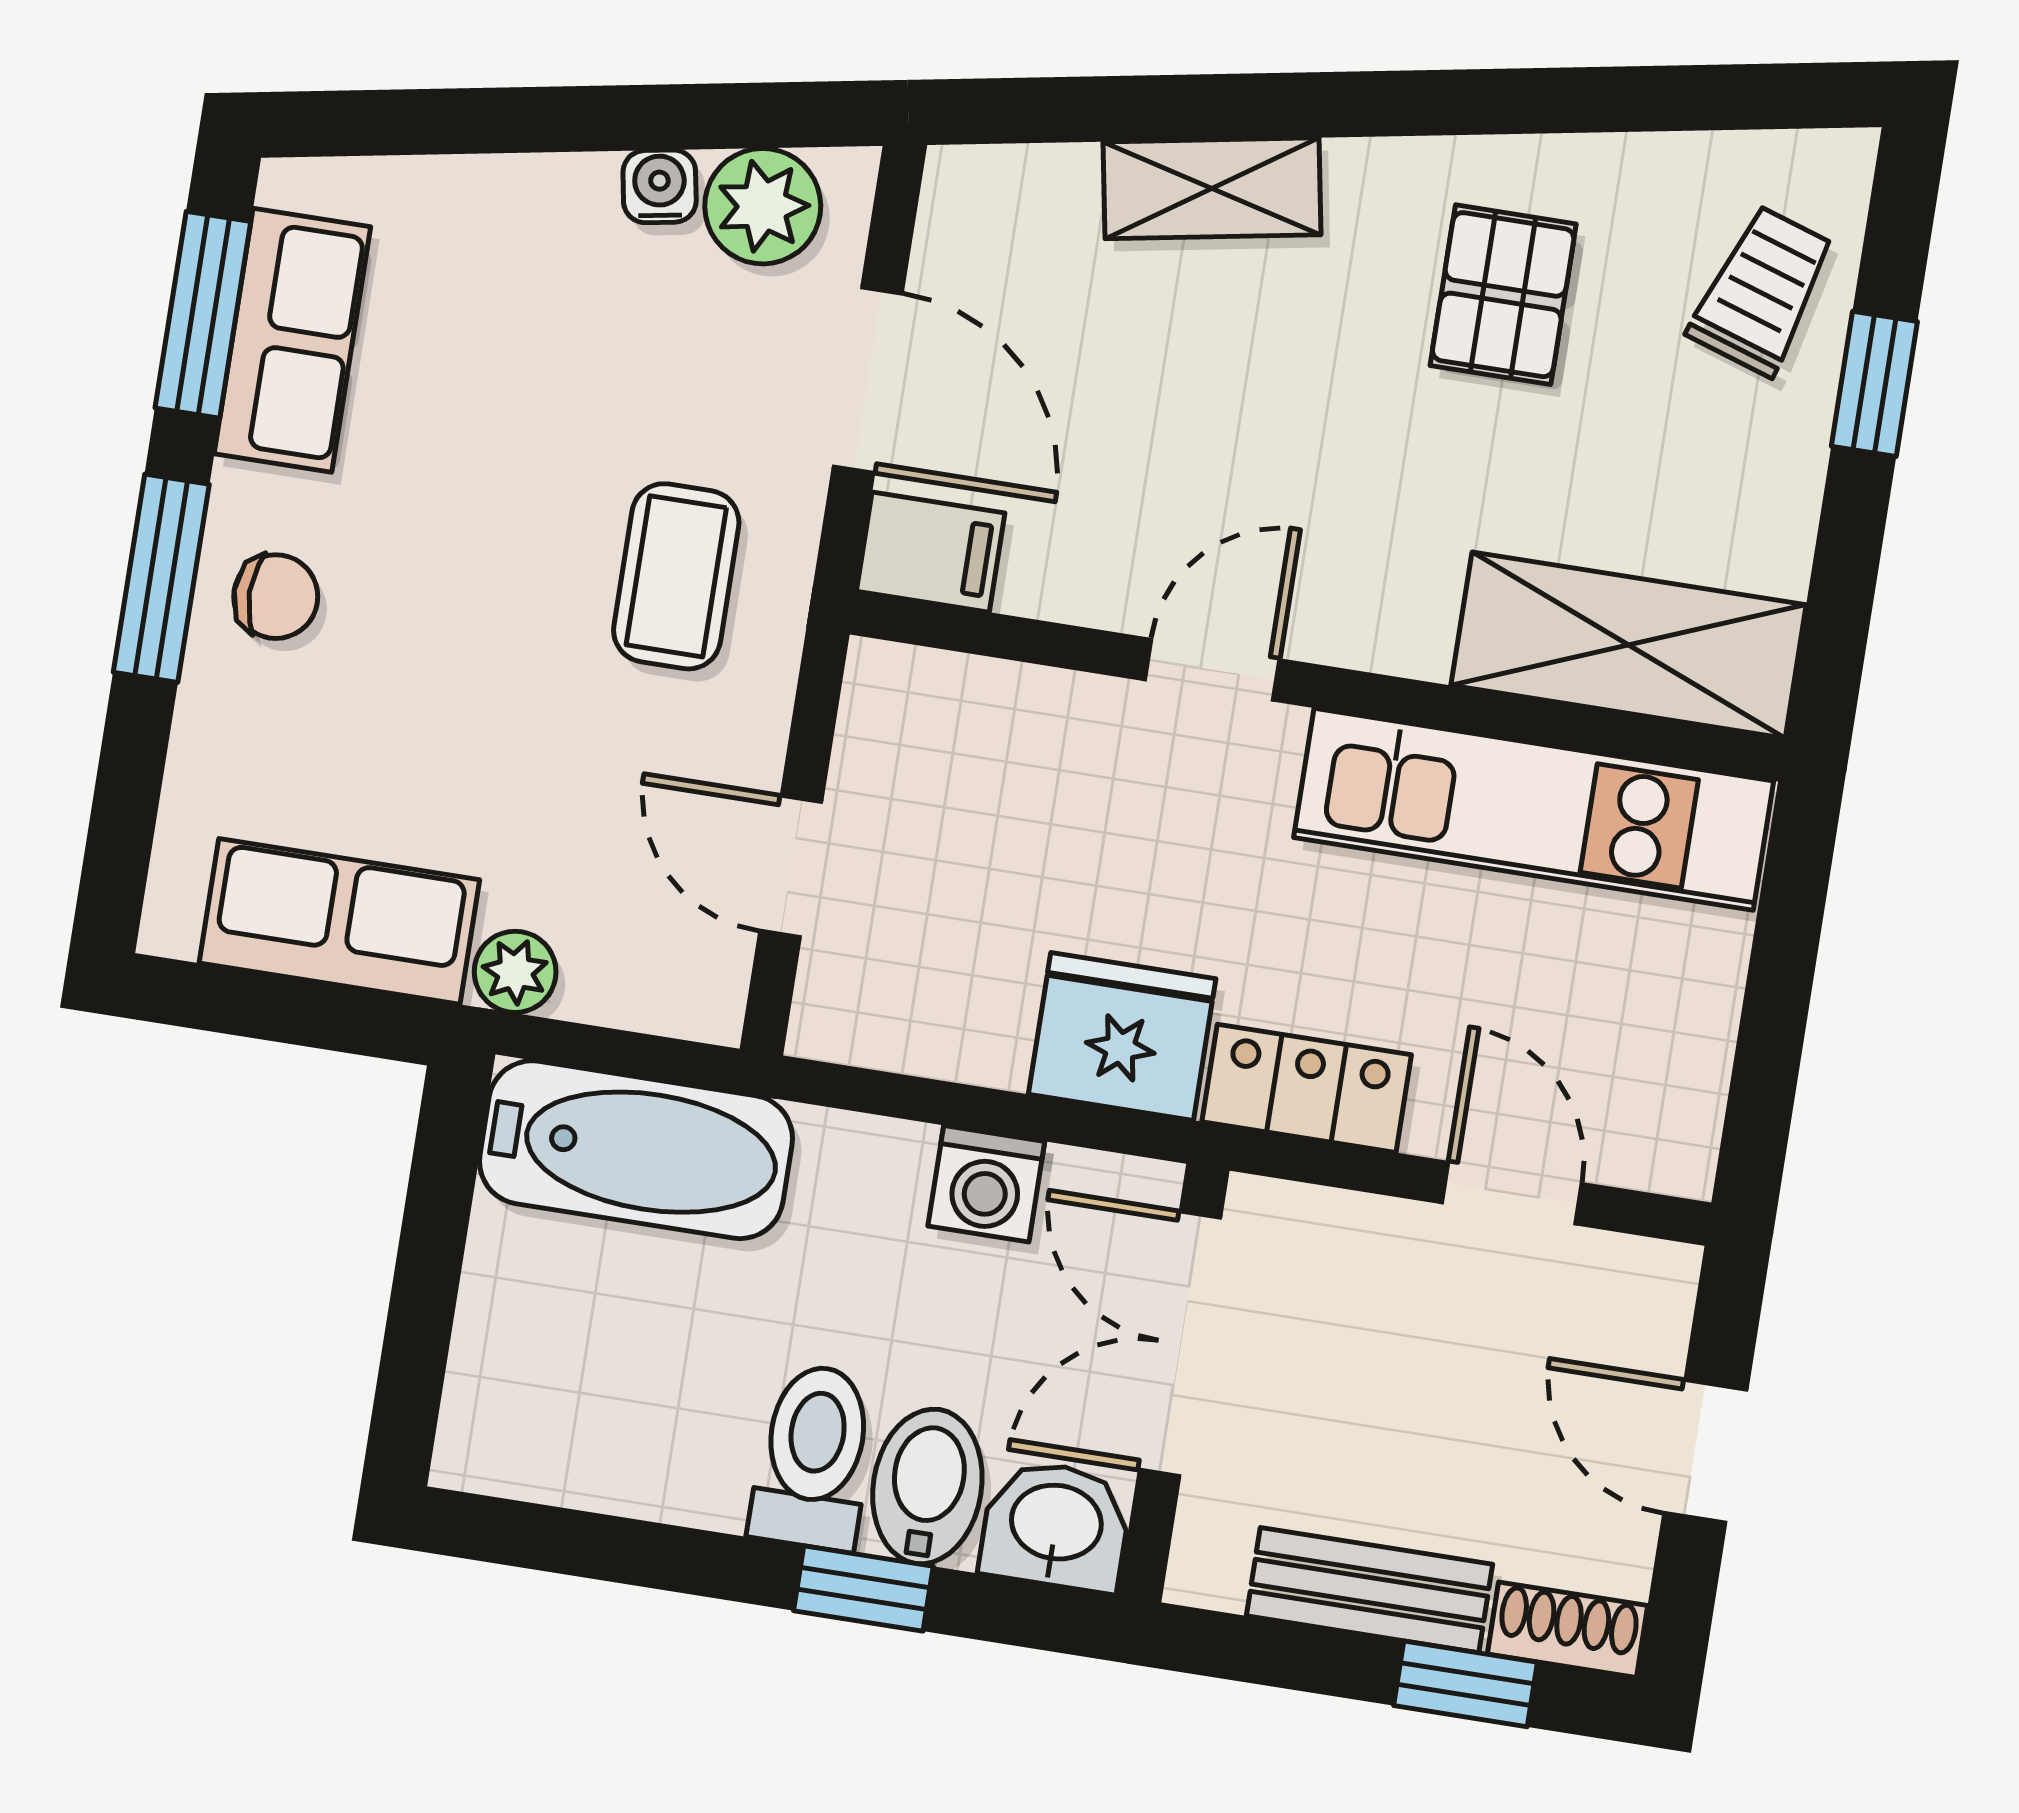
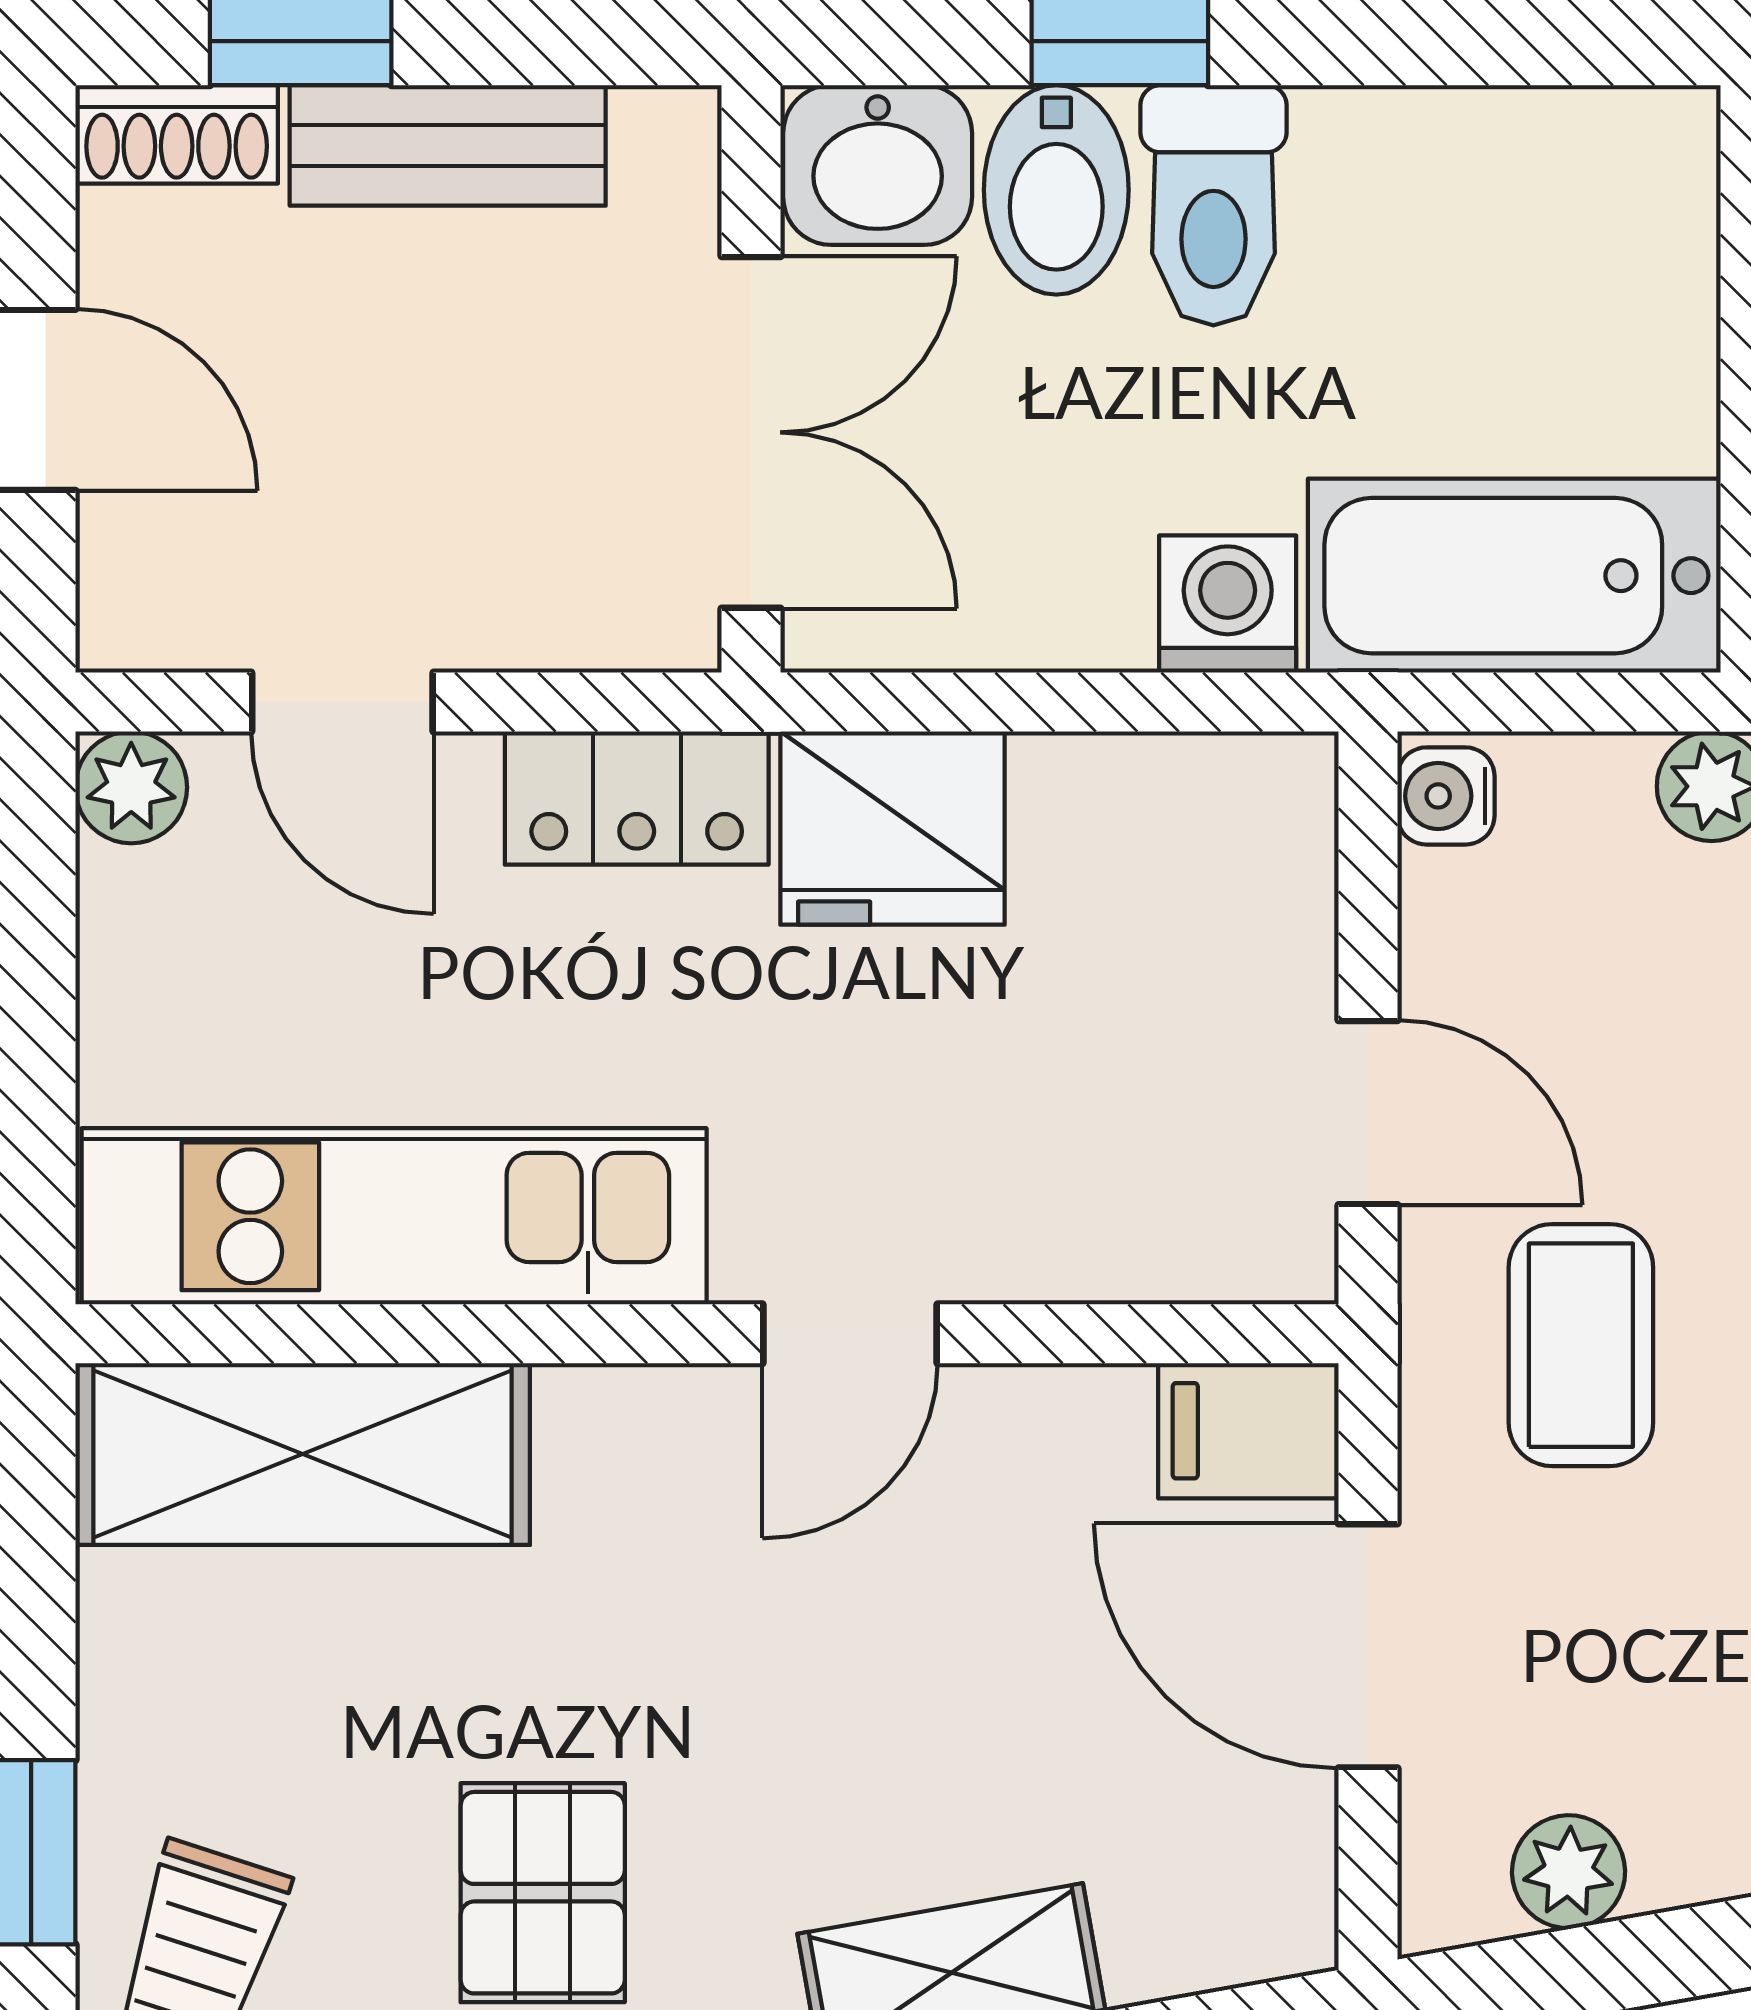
water cooler: (660, 186) -> (1446, 796), moved, turned 100
plant: (763, 206) -> (1569, 1872), width x0.73, depth x0.73
door: (791, 866) -> (1368, 1113), moved
plant: (1677, 1155) -> (131, 787), added
washing machine: (986, 1184) -> (1228, 604), moved

